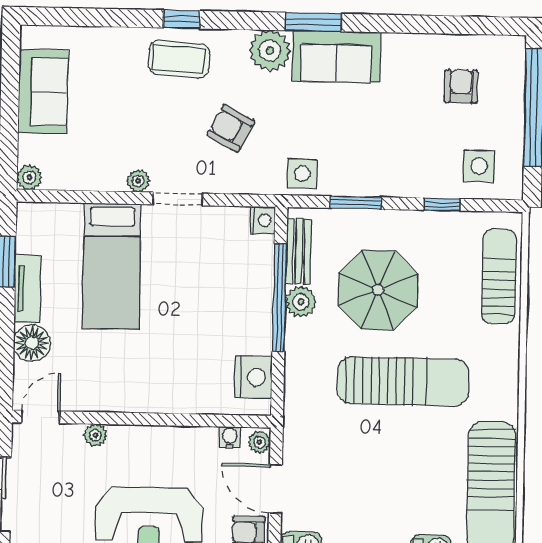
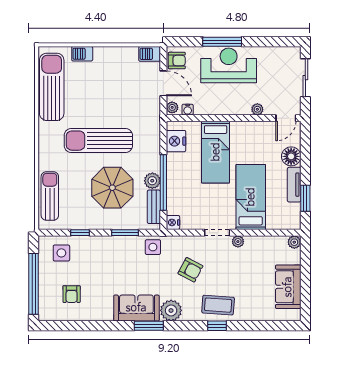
sun lounger: (499, 276) -> (50, 196), turned 180
bed: (178, 354) -> (216, 152), added

